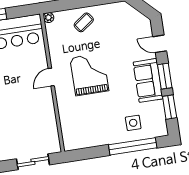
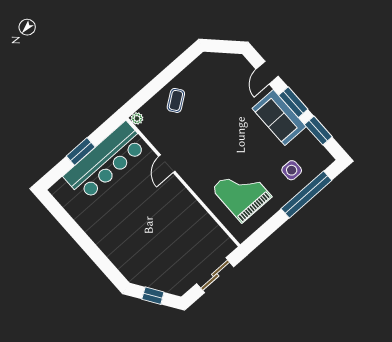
door: (160, 44) -> (267, 73), hinge flipped
grand piano: (89, 74) -> (242, 193), moved
door: (51, 77) -> (167, 164), moved

